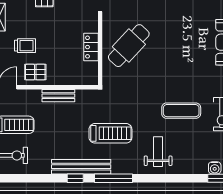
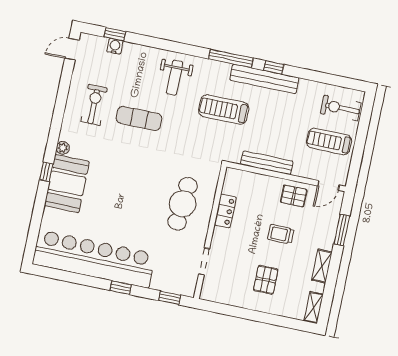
trolley: (25, 46) -> (281, 234), moved
cafe table: (129, 46) -> (183, 204), turned -38
bench: (58, 96) -> (267, 163), width x1.36

